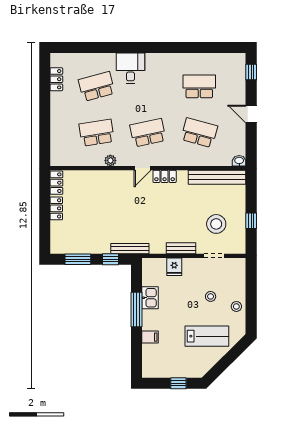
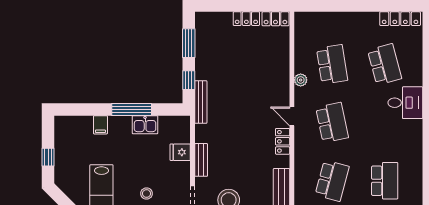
locker: (56, 79) -> (400, 19), width x1.53

